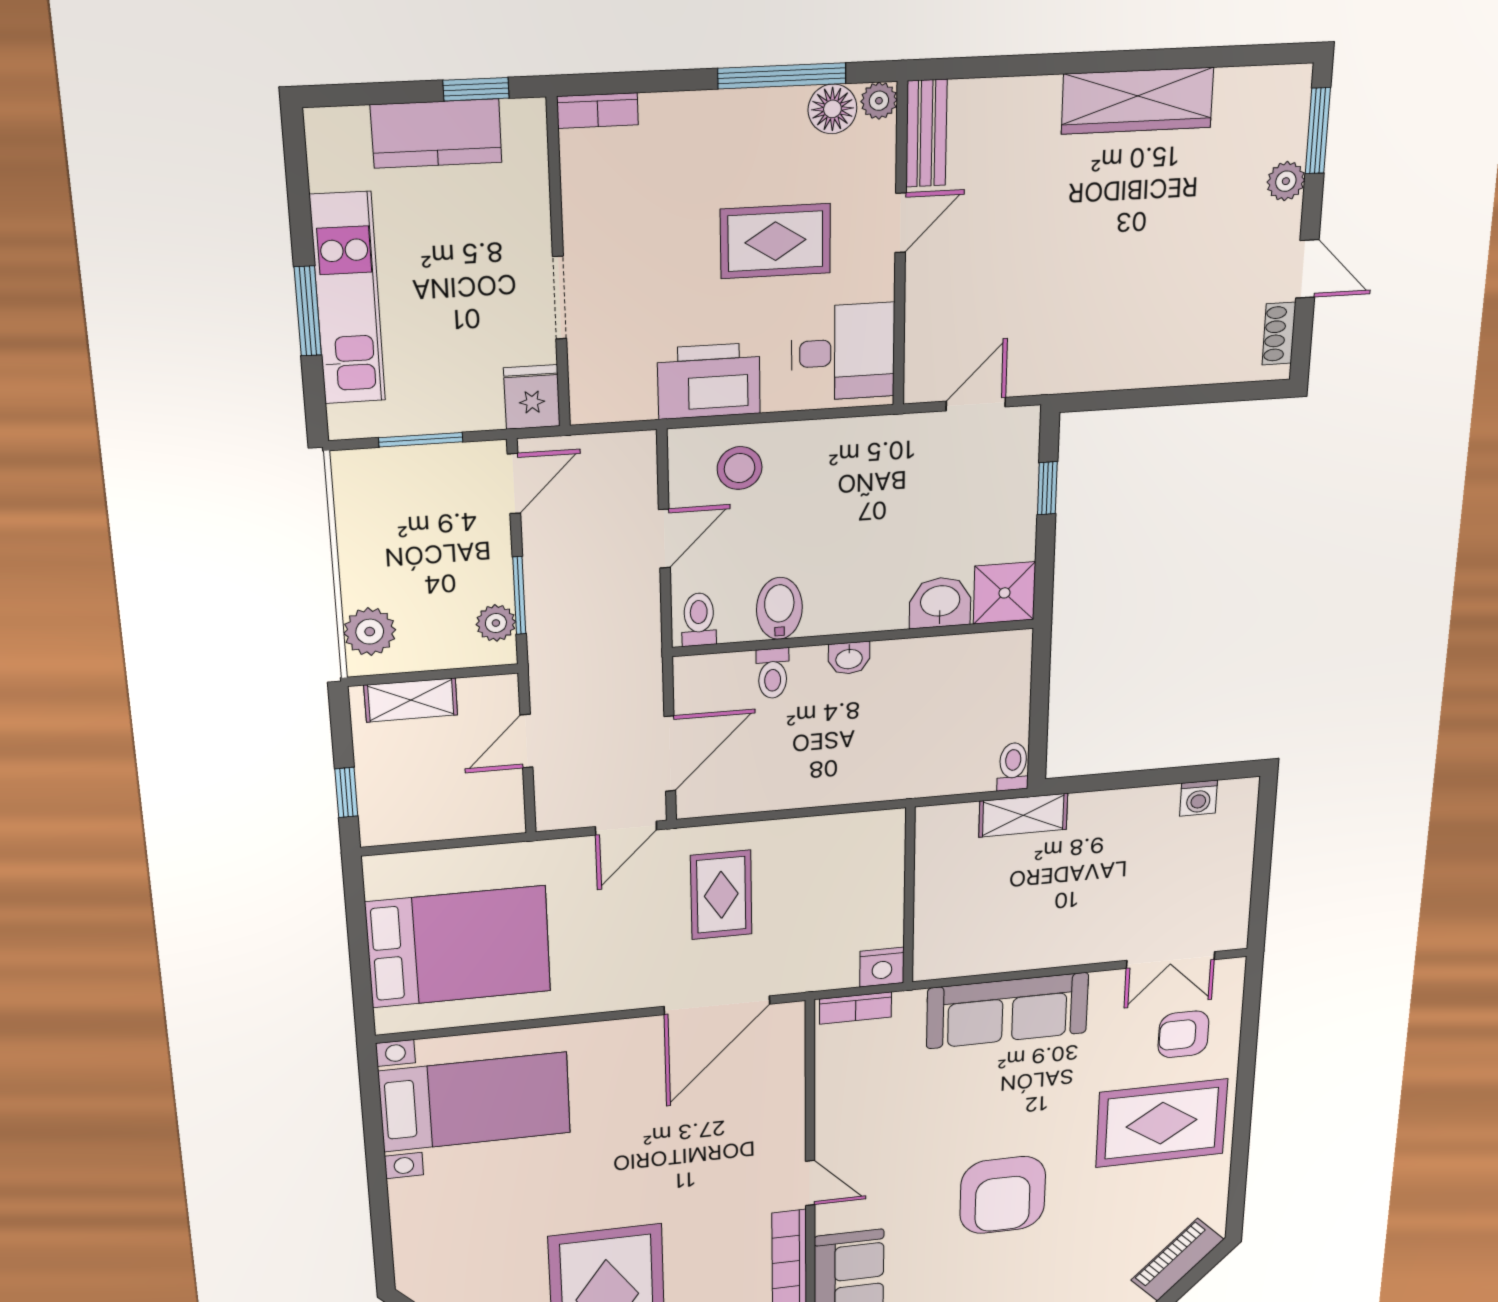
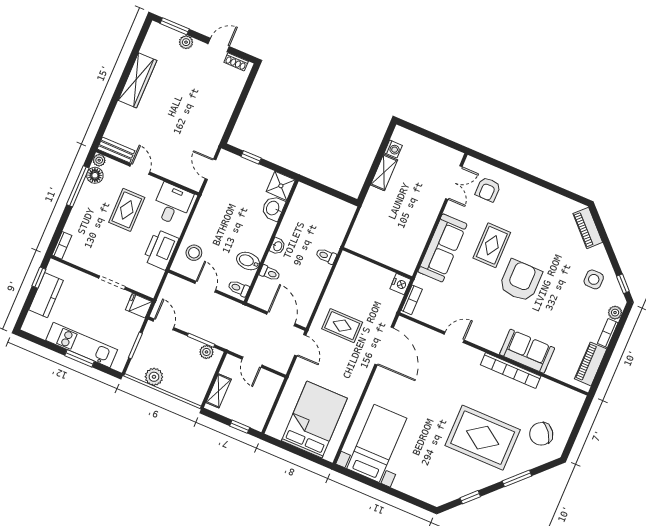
plant: (370, 632) -> (154, 377), moved
toilet: (1013, 767) -> (326, 256), moved
shelving: (1023, 815) -> (384, 172), moved
rug: (1162, 1123) -> (492, 245), moved, width x0.73, depth x0.70
door: (810, 1183) -> (454, 337), moved
armchair: (1003, 1195) -> (521, 281), turned -90

